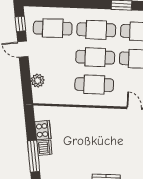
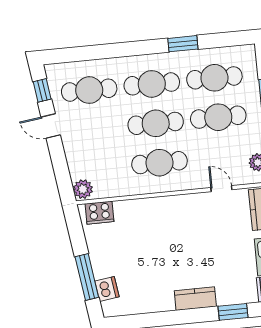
plant: (38, 81) -> (83, 189), moved
cooker: (43, 130) -> (99, 213), moved, turned 98
dishwasher: (44, 148) -> (107, 289), moved

